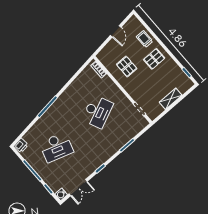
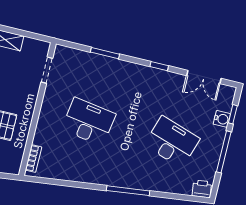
desk: (97, 112) -> (89, 122), turned 33
double door: (78, 188) -> (204, 77), swing flipped
water cooler: (61, 194) -> (222, 119), moved

